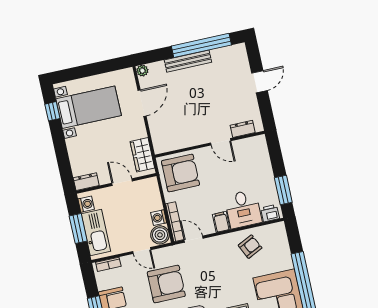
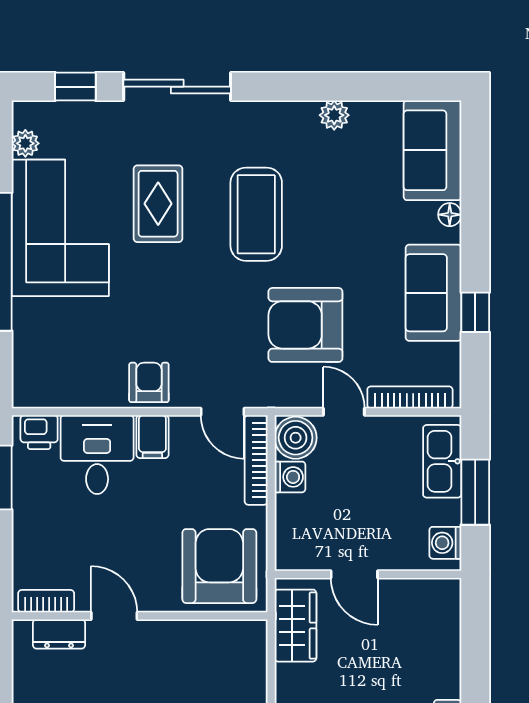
bookcase: (251, 142) -> (46, 601), added
armchair: (180, 173) -> (219, 566), turned 90
dresser: (86, 182) -> (434, 593), removed
kitchen sink: (96, 233) -> (442, 461), width x0.73, depth x0.81
armchair: (250, 247) -> (149, 382), moved, turned 116
bookcase: (108, 264) -> (410, 397), width x1.56

